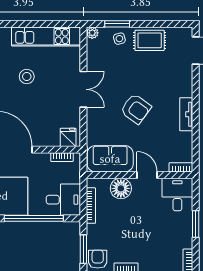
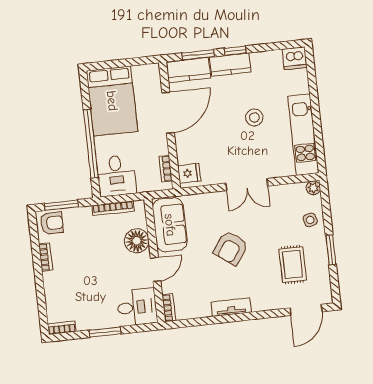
window: (117, 24) -> (331, 250), moved
rug: (150, 40) -> (293, 265), moved

